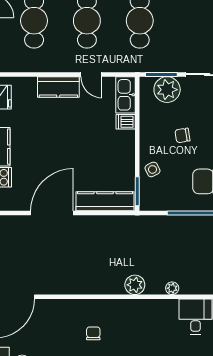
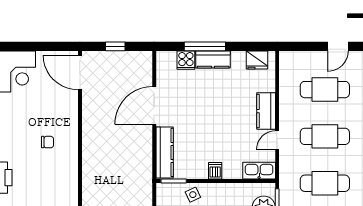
dishwasher: (126, 122) -> (215, 171), moved
door: (52, 213) -> (154, 105), swing flipped
plant: (135, 285) -> (90, 179), removed

